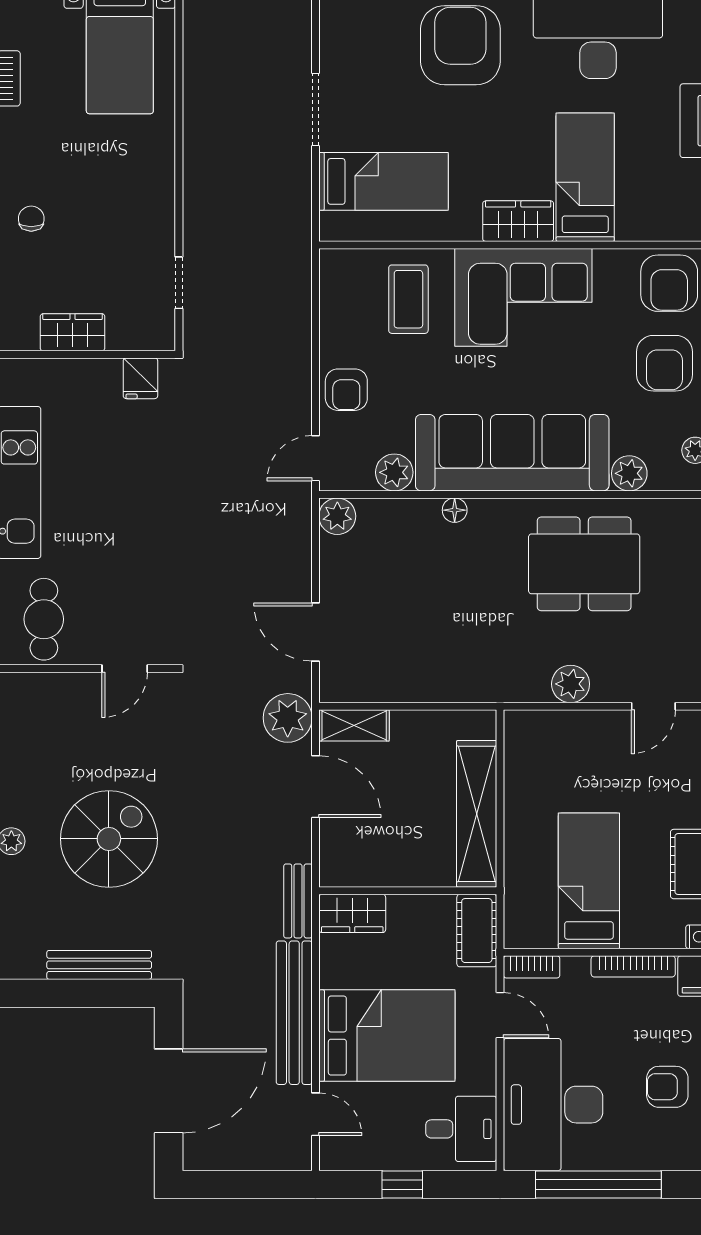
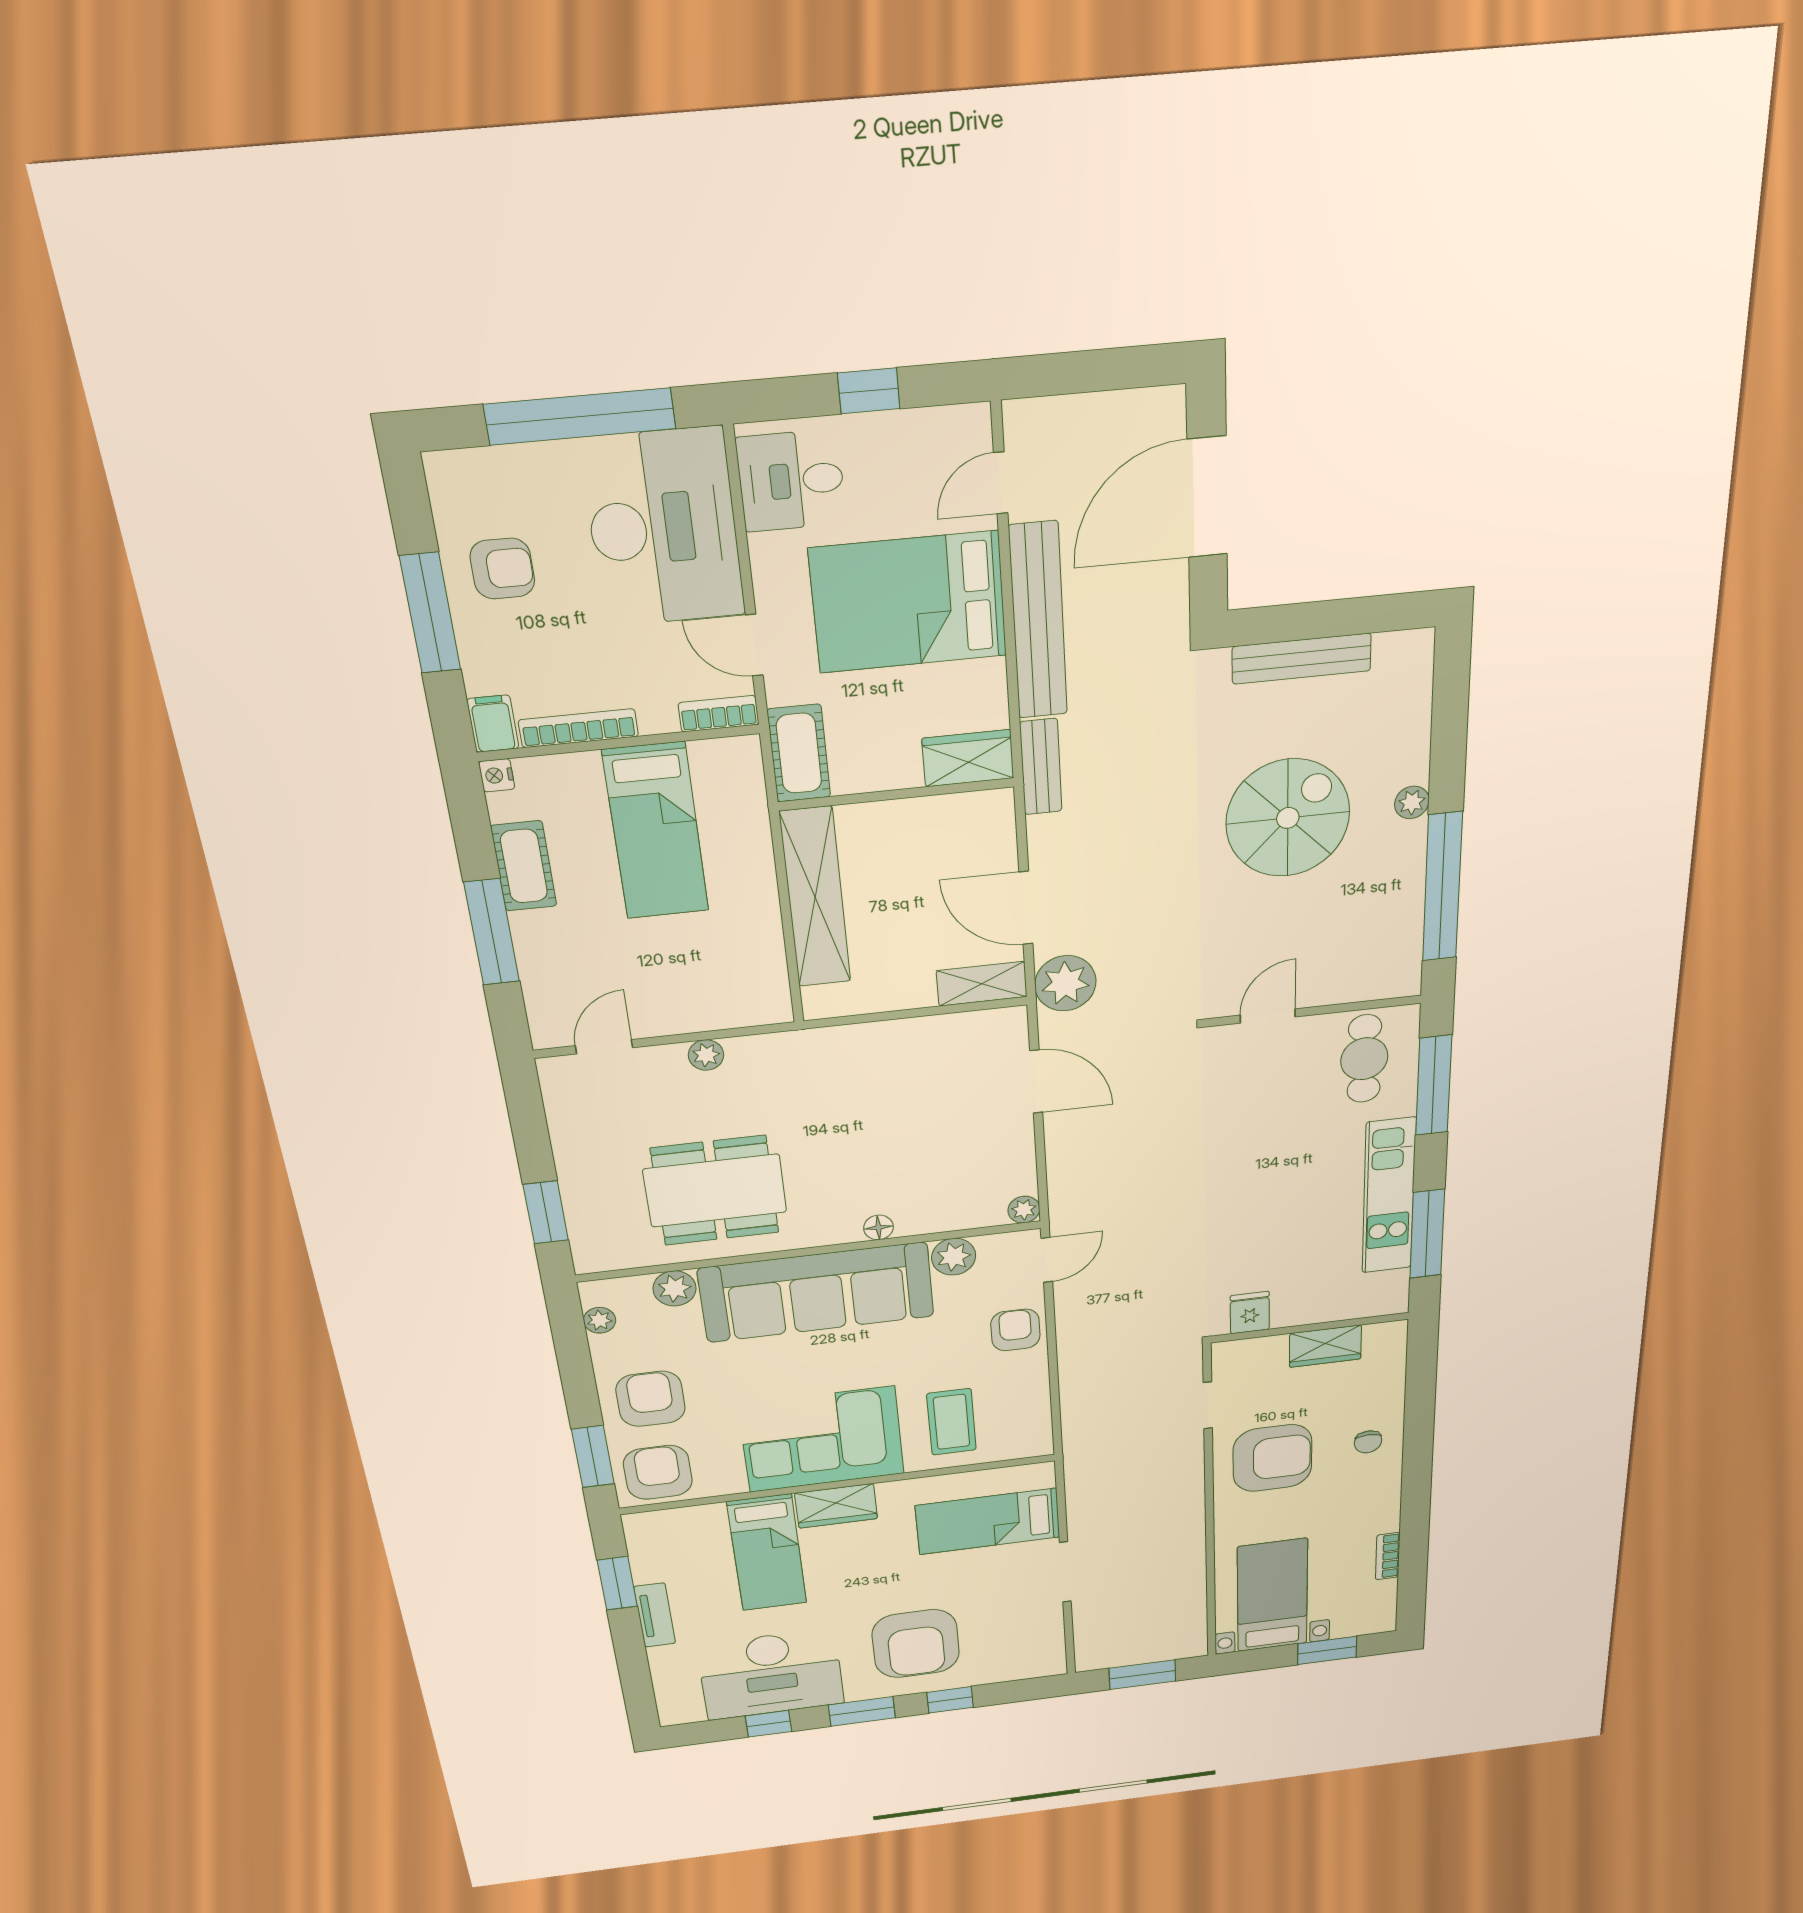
armchair: (120, 214) -> (1272, 1458), added
plant: (337, 516) -> (1024, 1210), width x0.73, depth x0.73
plant: (571, 684) -> (706, 1055), width x0.73, depth x0.73
spiral stairs: (109, 839) -> (1288, 818), turned 180
door: (316, 1114) -> (1001, 483), hinge flipped

